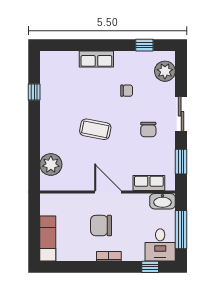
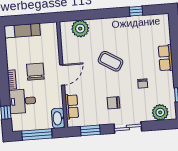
coffee table: (95, 129) -> (111, 61), turned -70
desk: (160, 245) -> (22, 101), moved

